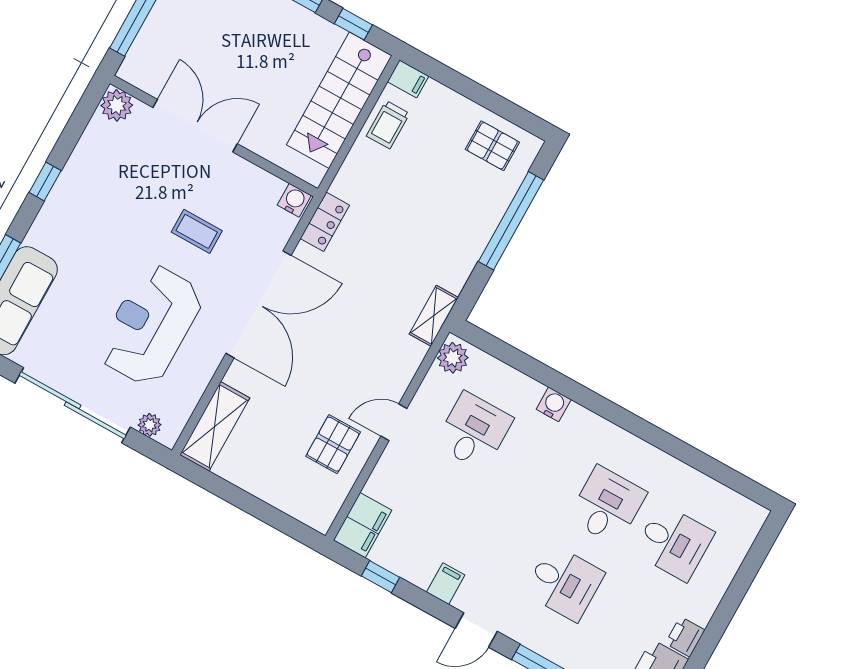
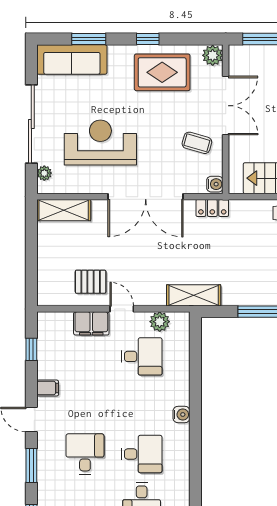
rug: (102, 187) -> (162, 72), added
coffee table: (197, 231) -> (197, 143), moved, turned -74
shelving: (434, 316) -> (194, 295), width x1.50, depth x1.33
plant: (453, 358) -> (160, 322), moved
water cooler: (554, 404) -> (181, 415), moved
filing cabinet: (363, 525) -> (91, 323), moved
desk: (564, 583) -> (85, 454), turned 180

